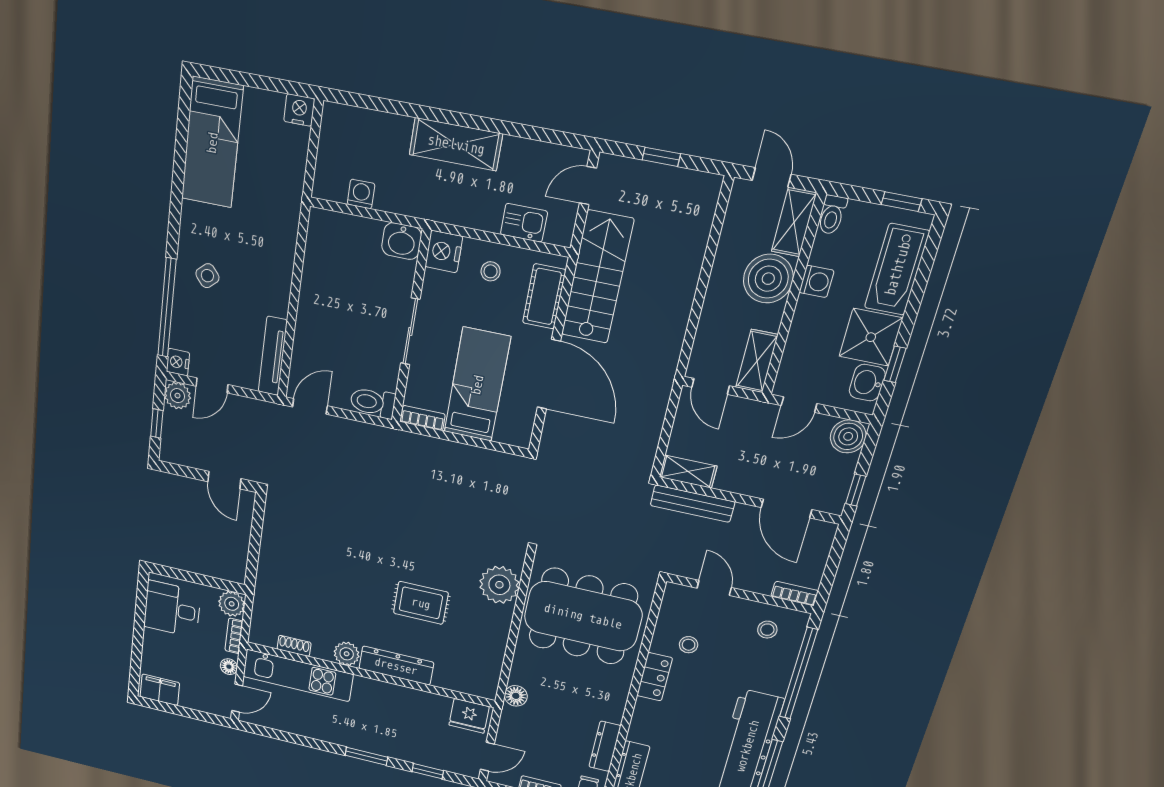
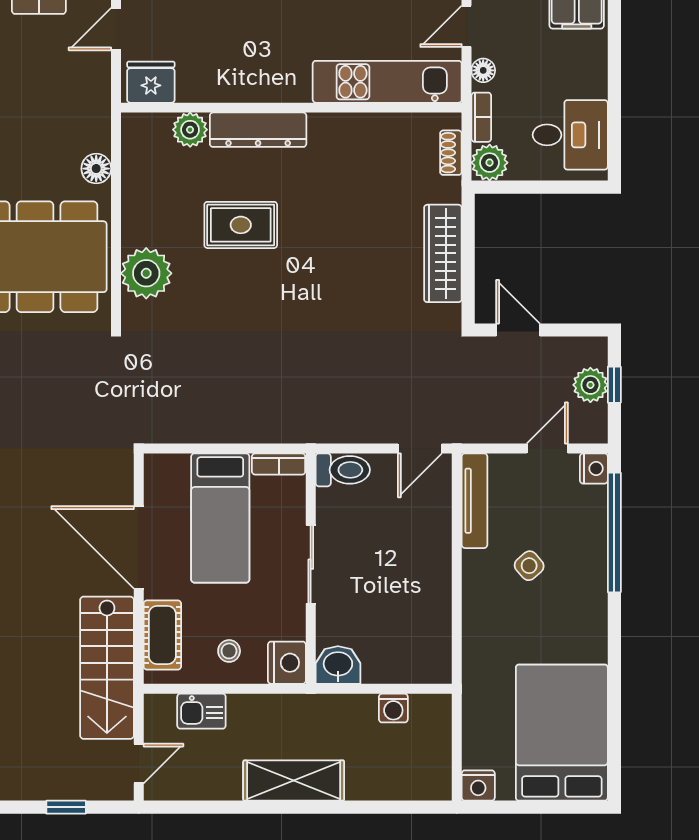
bed: (212, 143) -> (562, 733), width x1.50
side table: (207, 276) -> (529, 566), moved
plant: (177, 396) -> (590, 385), moved
wardrobe: (273, 548) -> (443, 253), added
shoe rack: (294, 646) -> (451, 153), moved, turned 90
plant: (347, 654) -> (190, 130), moved
floor lamp: (516, 696) -> (96, 169), moved

